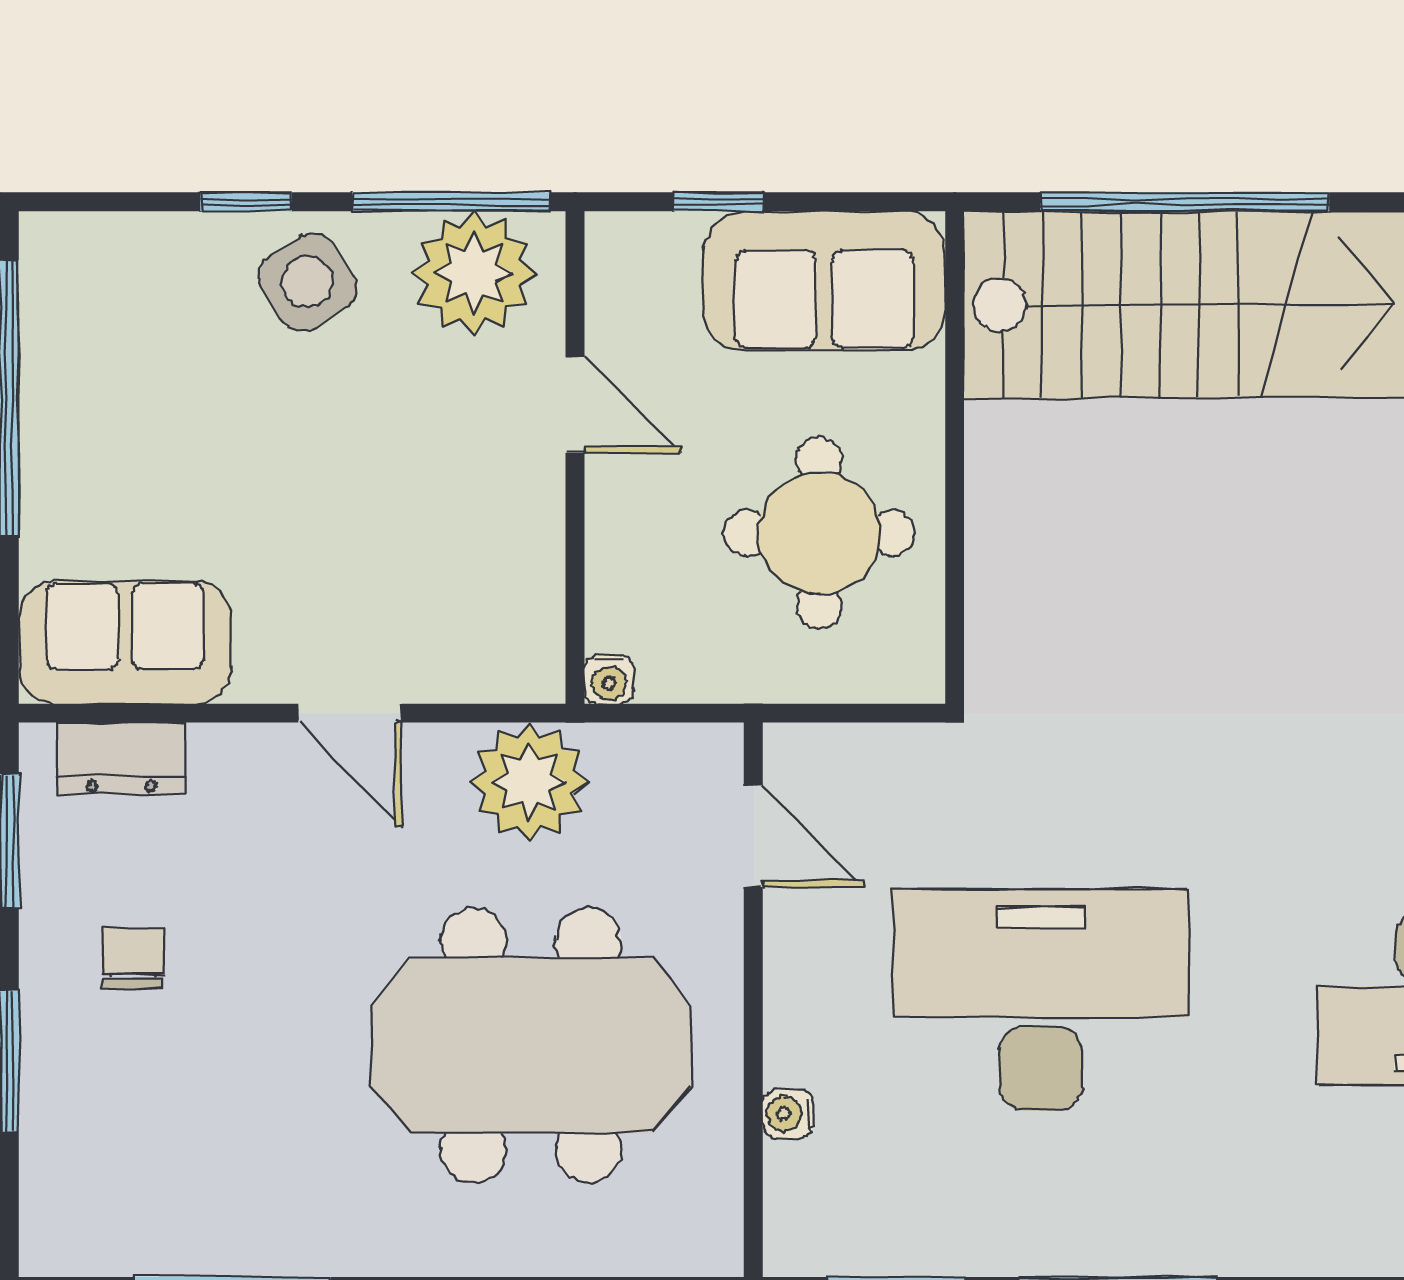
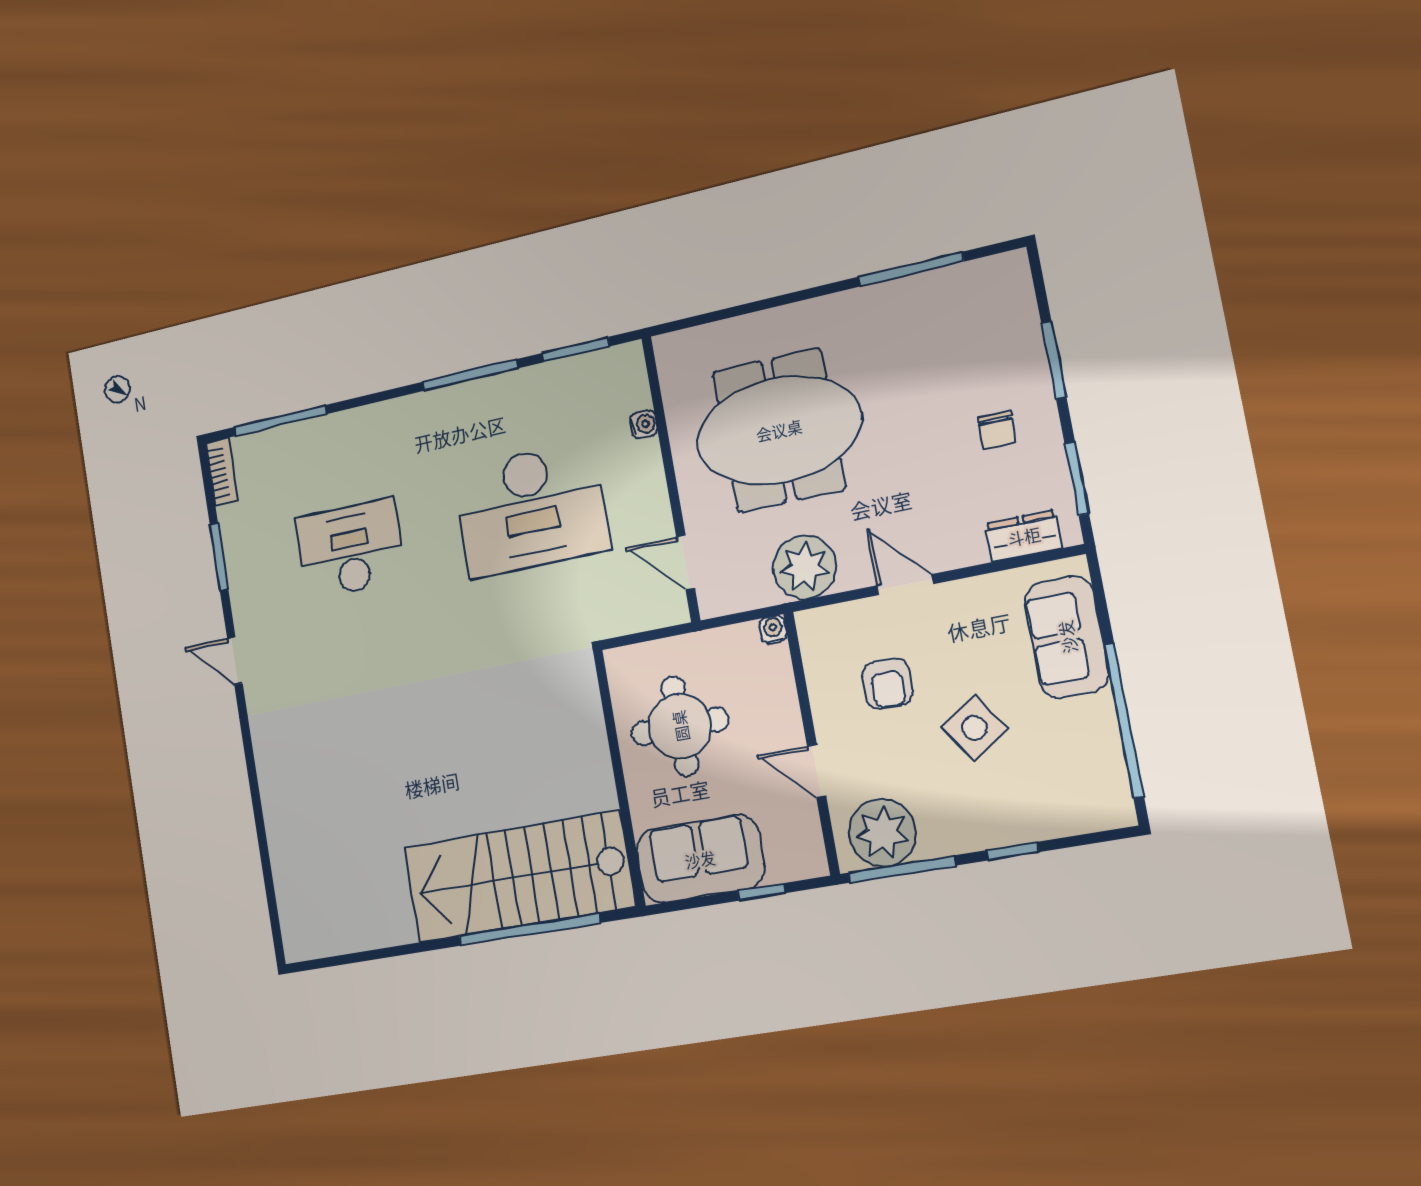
side table: (308, 282) -> (974, 728), moved
armchair: (415, 540) -> (887, 684), added
sofa: (125, 642) -> (1067, 637), moved, turned 90

